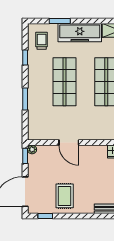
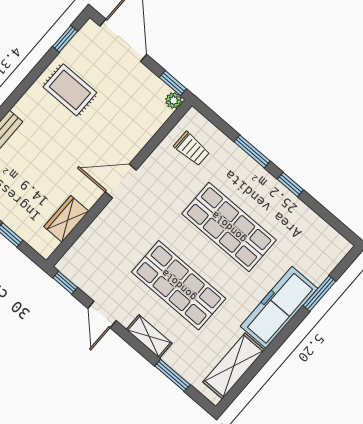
trolley: (42, 41) -> (192, 149), moved
window: (25, 57) -> (290, 184), moved
door: (69, 143) -> (121, 181), moved

